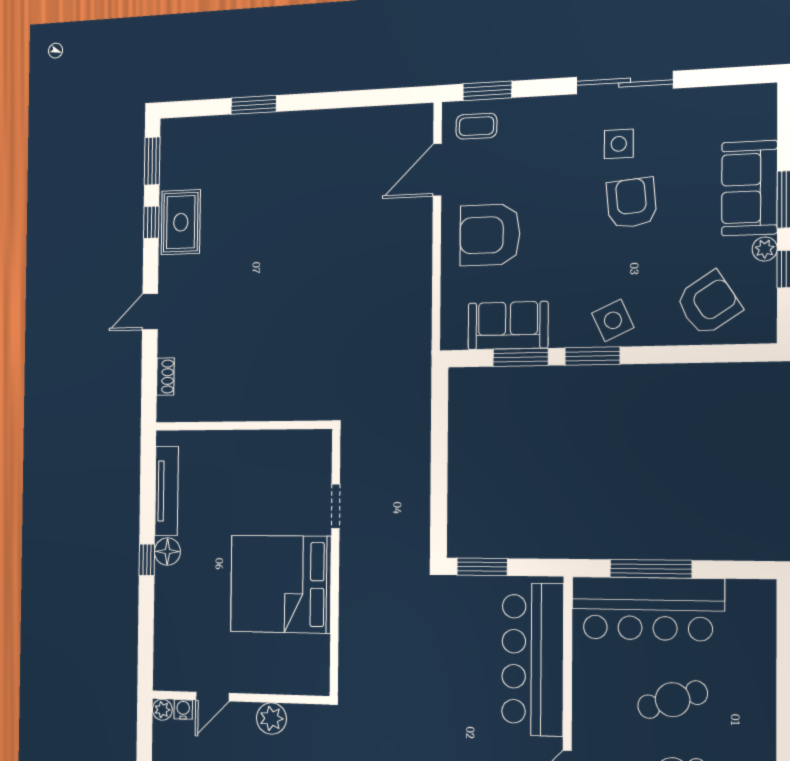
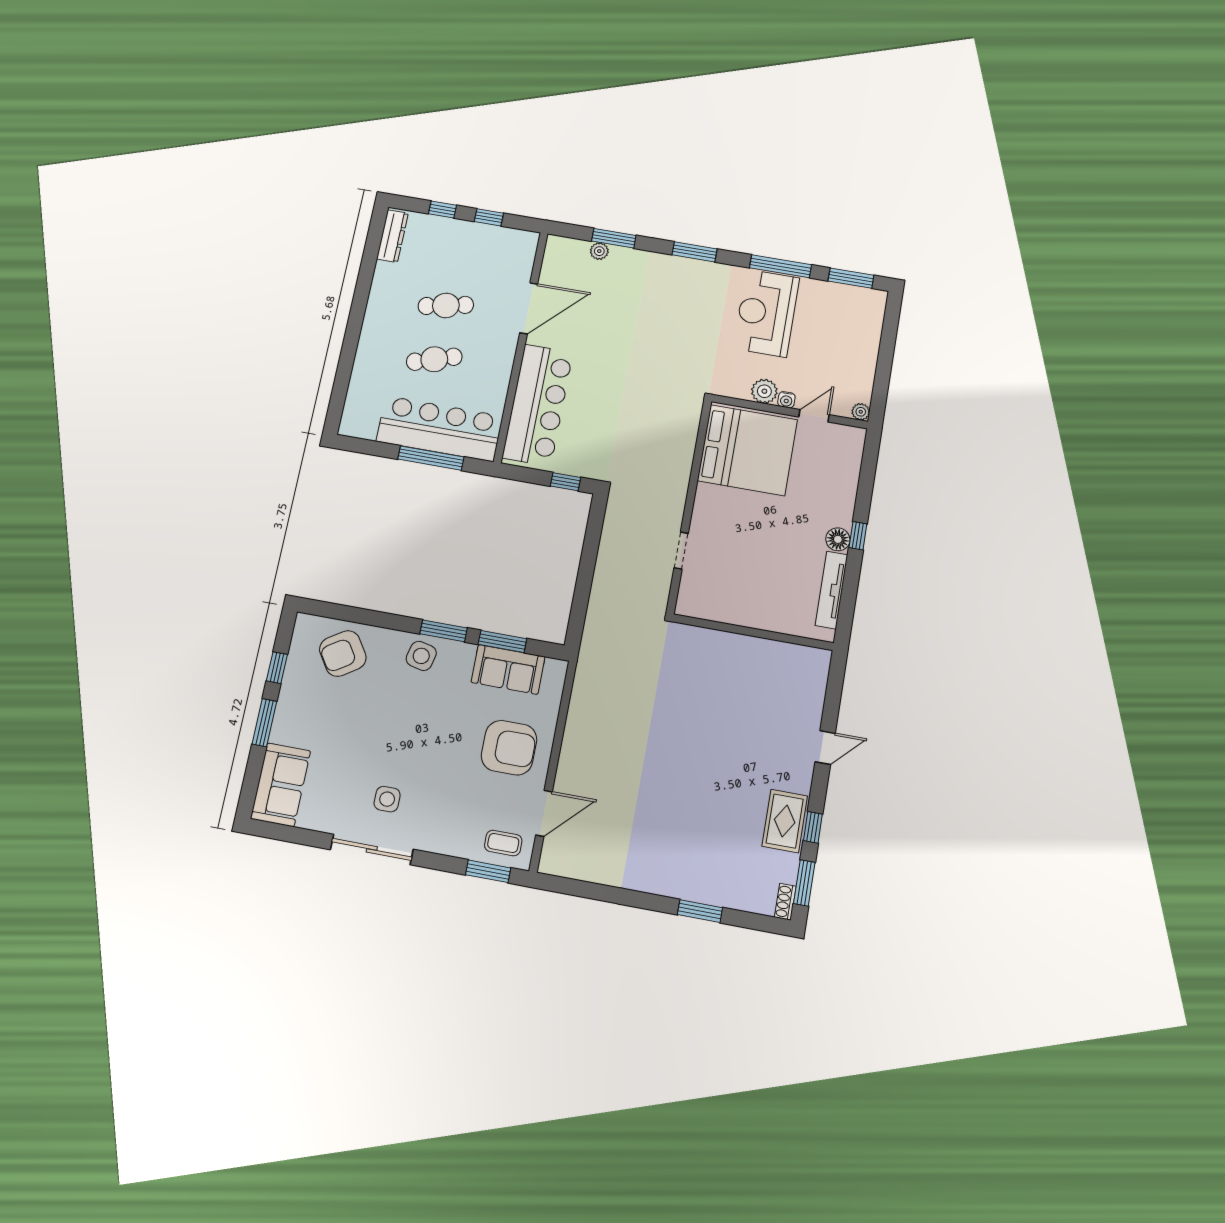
sofa: (749, 188) -> (281, 785), moved
armchair: (632, 203) -> (387, 748), removed
plant: (765, 249) -> (290, 687), removed
side table: (613, 320) -> (421, 656), turned 38
shoe rack: (165, 377) -> (785, 902), moved
window: (482, 567) -> (565, 482), width x0.67
bed: (281, 584) -> (747, 450), moved
water cooler: (183, 709) -> (786, 400), moved

